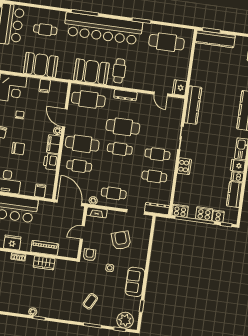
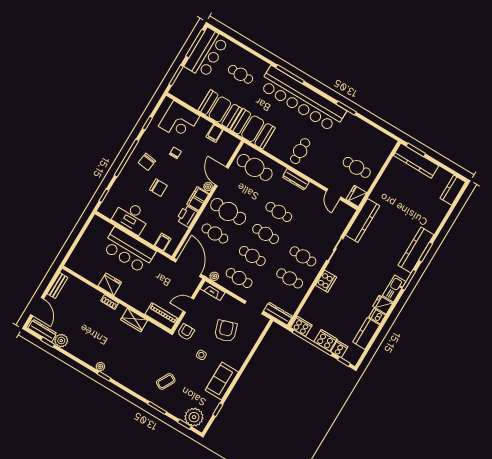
cafe table: (166, 42) -> (357, 167), moved, width x0.73, depth x0.74
booth: (91, 72) -> (253, 129), moved
cafe table: (123, 127) -> (279, 212), width x0.73, depth x0.74
cafe table: (117, 171) -> (252, 256), added
piano: (45, 248) -> (162, 316), moved

